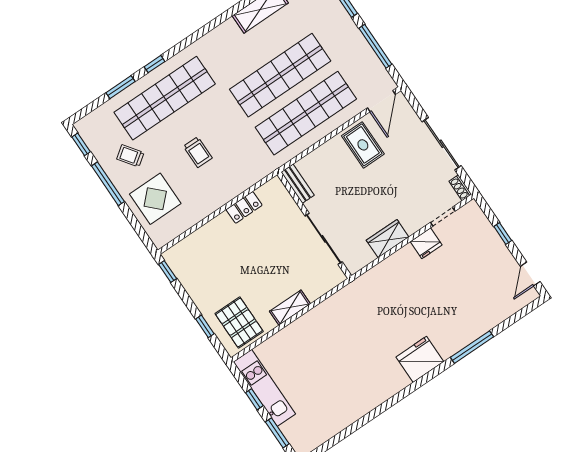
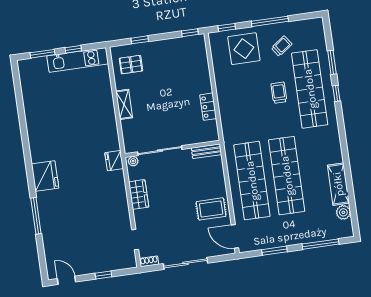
window: (375, 46) -> (275, 251), width x0.69
window: (81, 144) -> (227, 27), moved
trolley: (198, 152) -> (279, 93), moved, turned 90
fridge: (426, 243) -> (114, 161), moved
plant: (352, 264) -> (133, 161), added
pallet: (239, 322) -> (131, 65), width x0.67, depth x0.71

